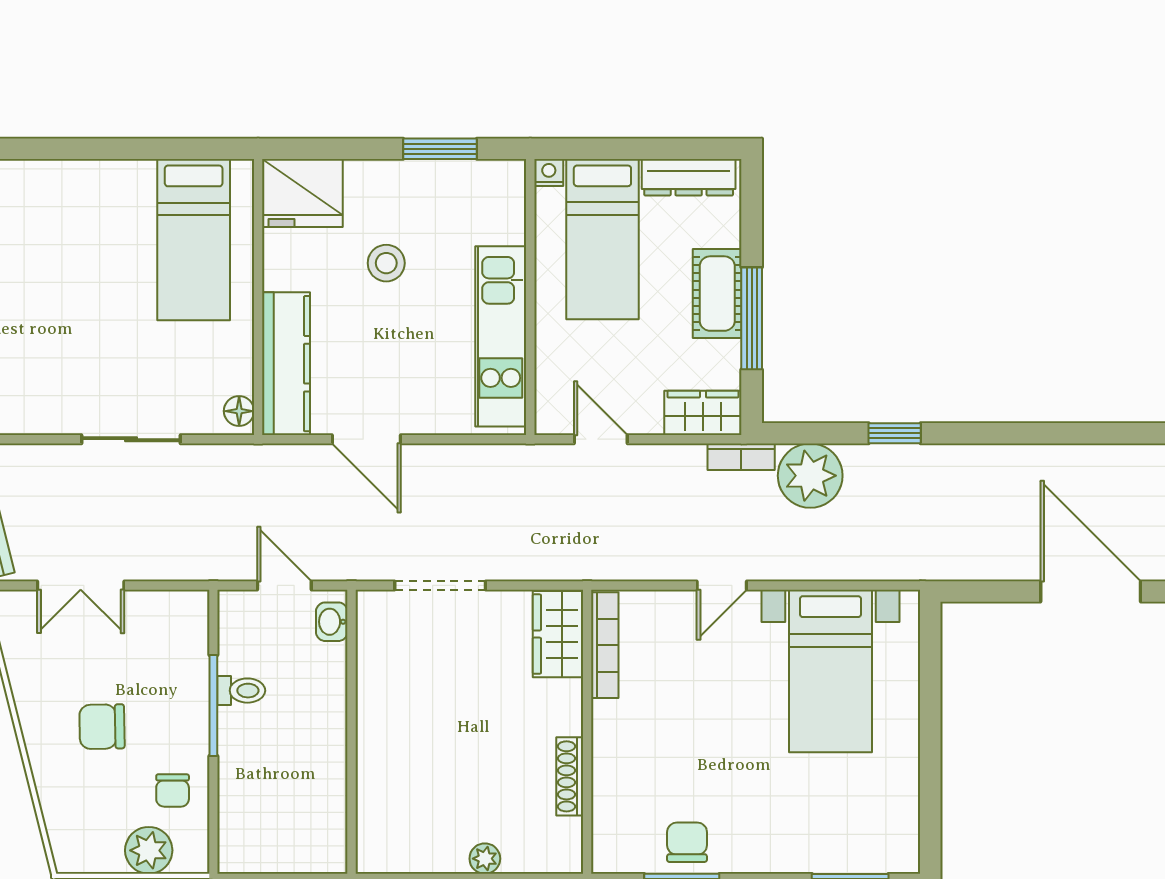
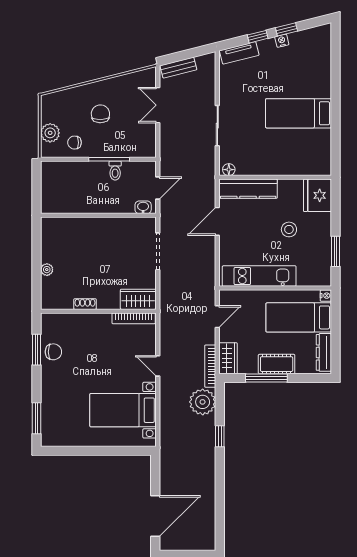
bed: (194, 240) -> (299, 113), moved
bookcase: (741, 457) -> (210, 366), width x1.56
shoe rack: (570, 776) -> (85, 304), width x0.70

